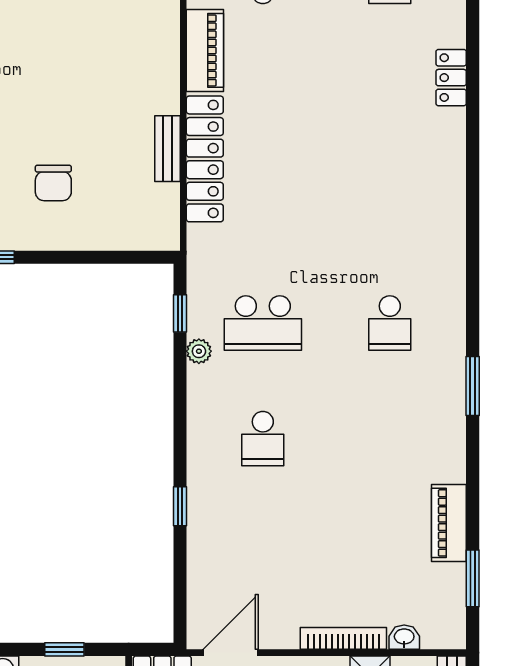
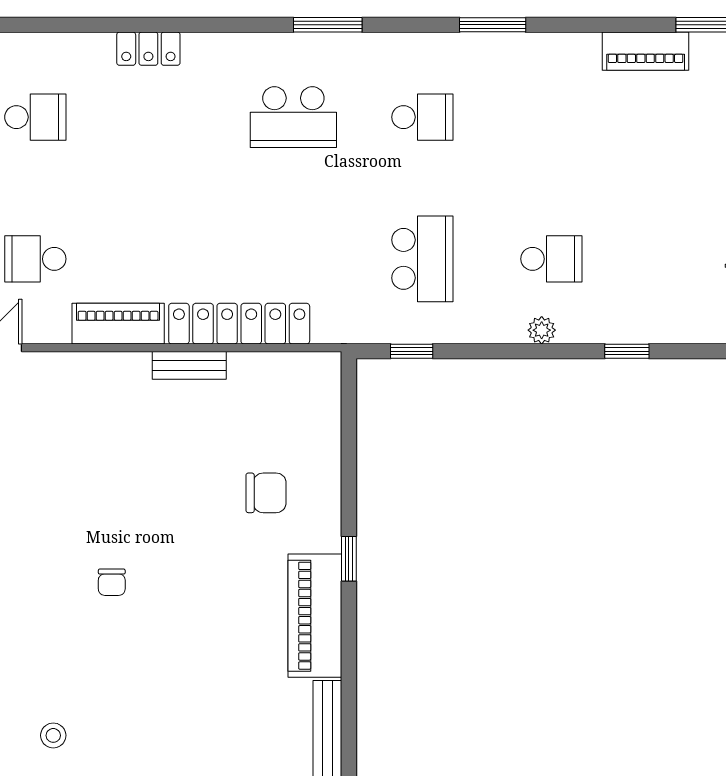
bench: (167, 149) -> (189, 365), moved
school desk: (390, 207) -> (293, 117), added
window: (473, 238) -> (328, 25), added
plant: (199, 351) -> (542, 330), moved

